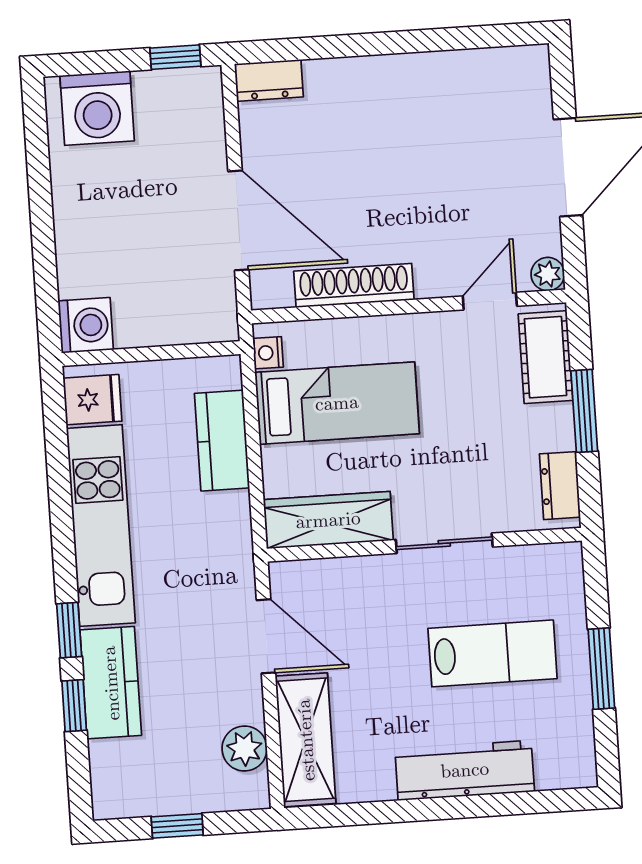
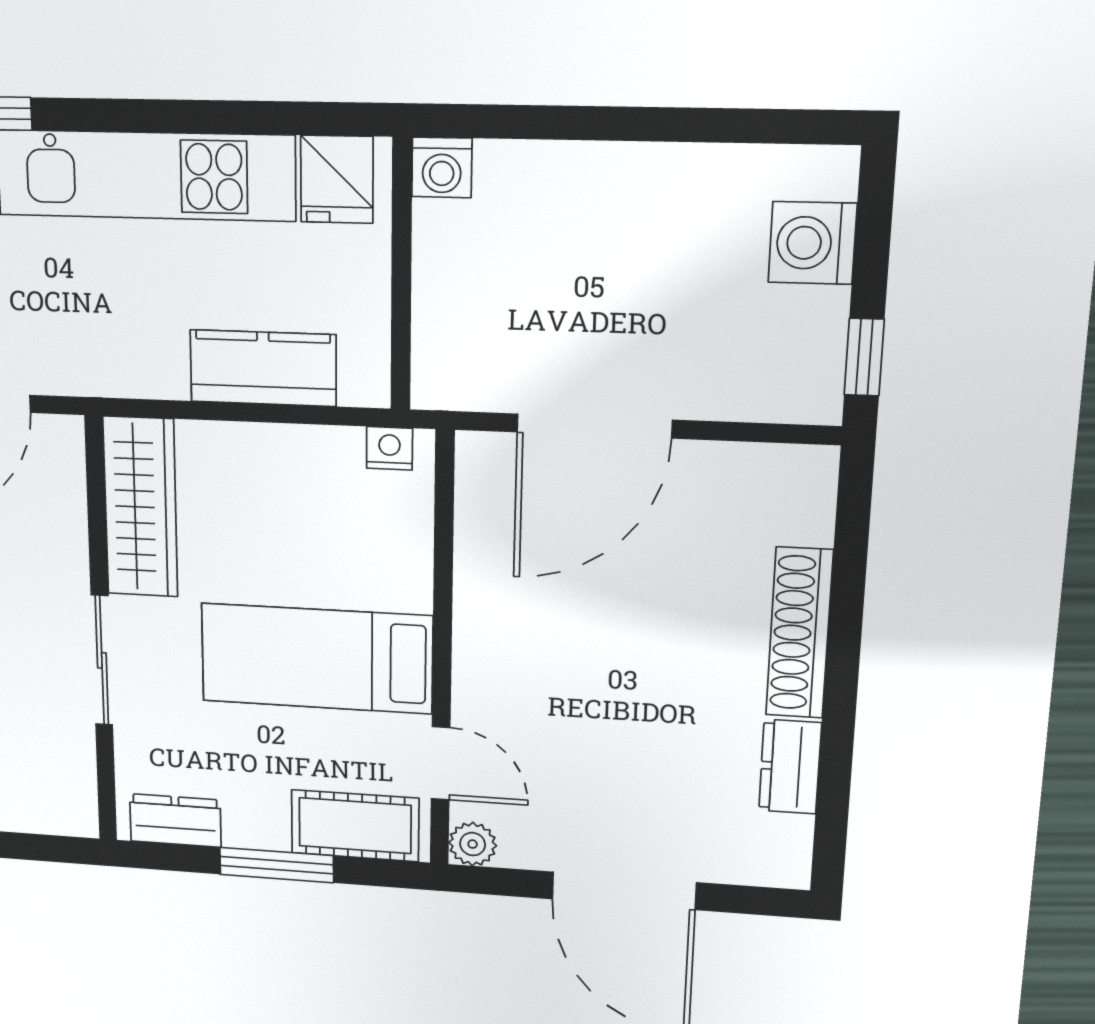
dresser: (269, 80) -> (790, 767), moved
washing machine: (97, 108) -> (812, 243), width x0.73, depth x0.73
shoe rack: (354, 285) -> (799, 633), moved, turned 180
washing machine: (86, 325) -> (442, 168), width x0.73, depth x0.73
bed: (337, 403) -> (317, 659), moved, turned 90

